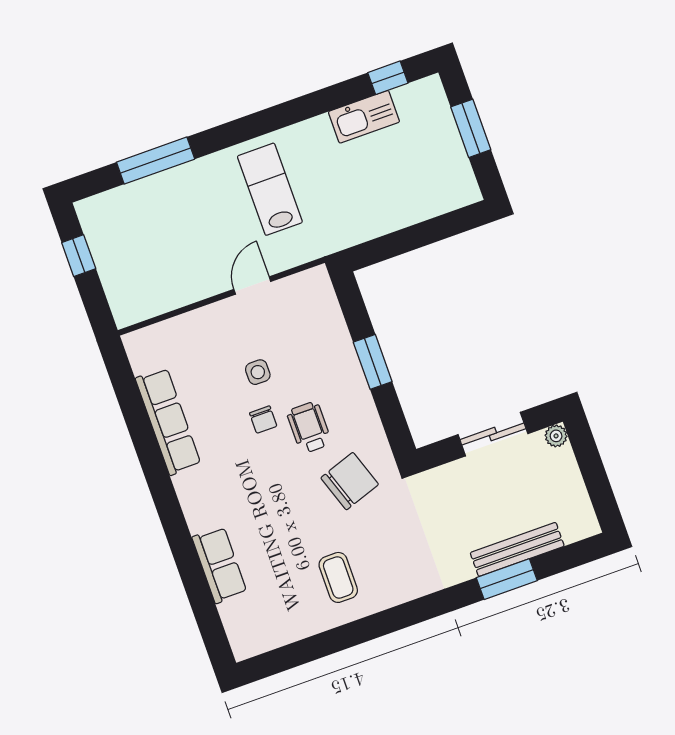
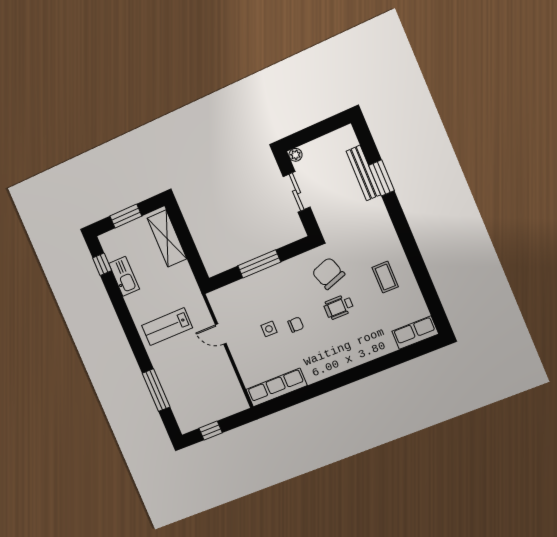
shelving: (427, 200) -> (167, 238), added
window: (373, 362) -> (259, 264), width x1.44
row of seats: (168, 421) -> (276, 387), moved
wheelchair: (309, 427) -> (339, 307), moved
row of seats: (219, 565) -> (415, 333), moved
coffee table: (338, 577) -> (385, 277), turned 90

